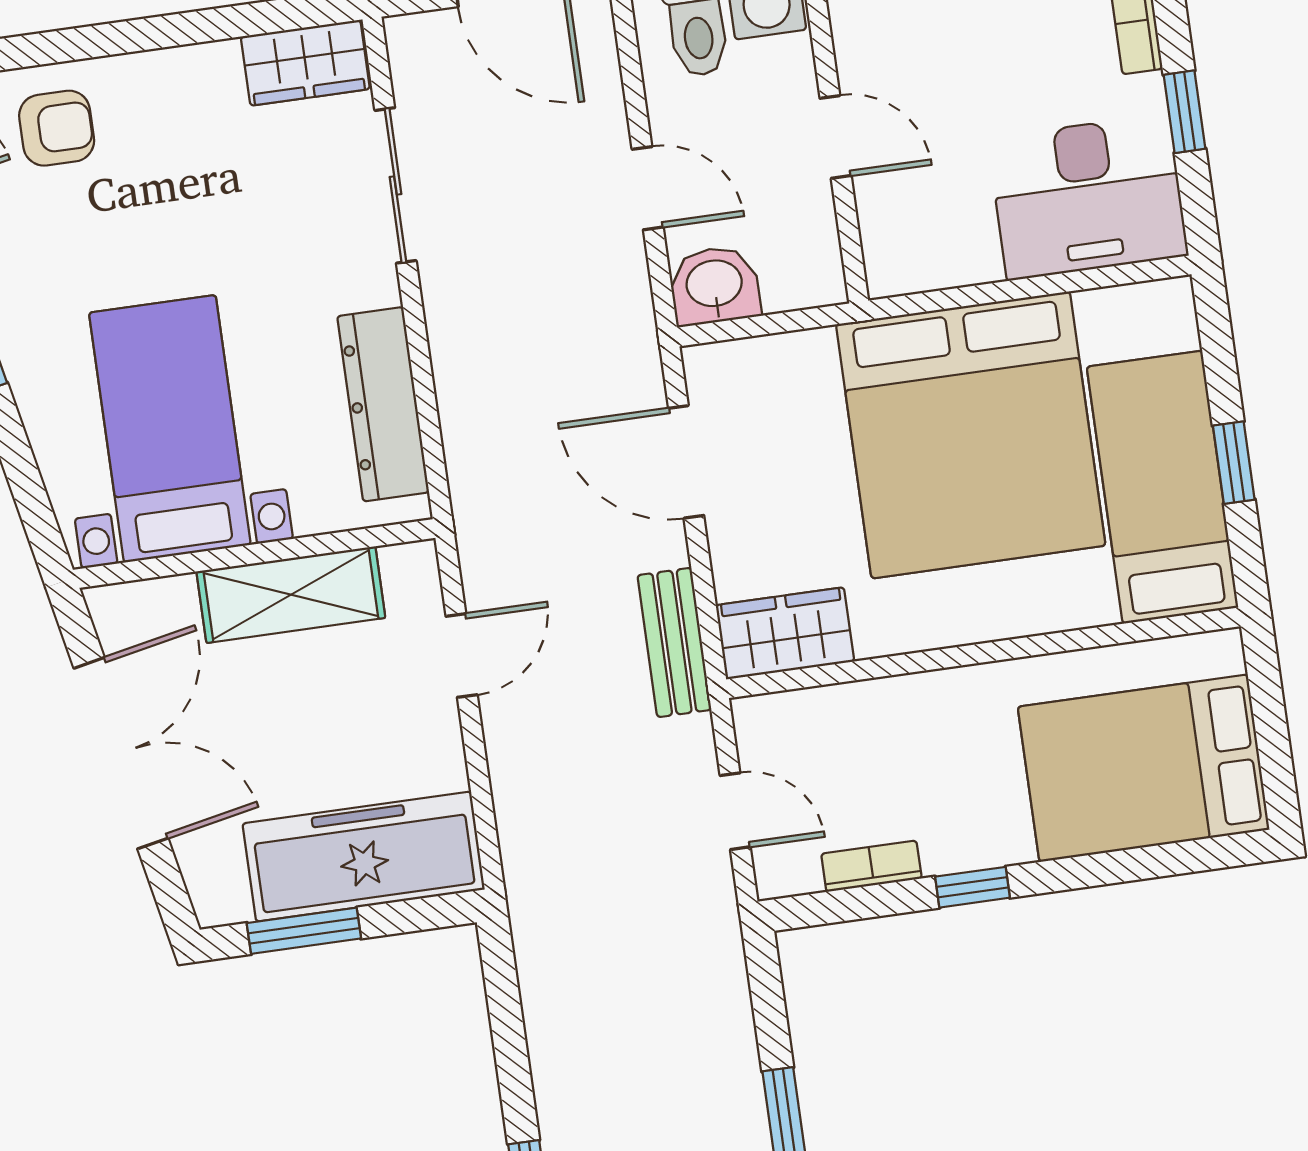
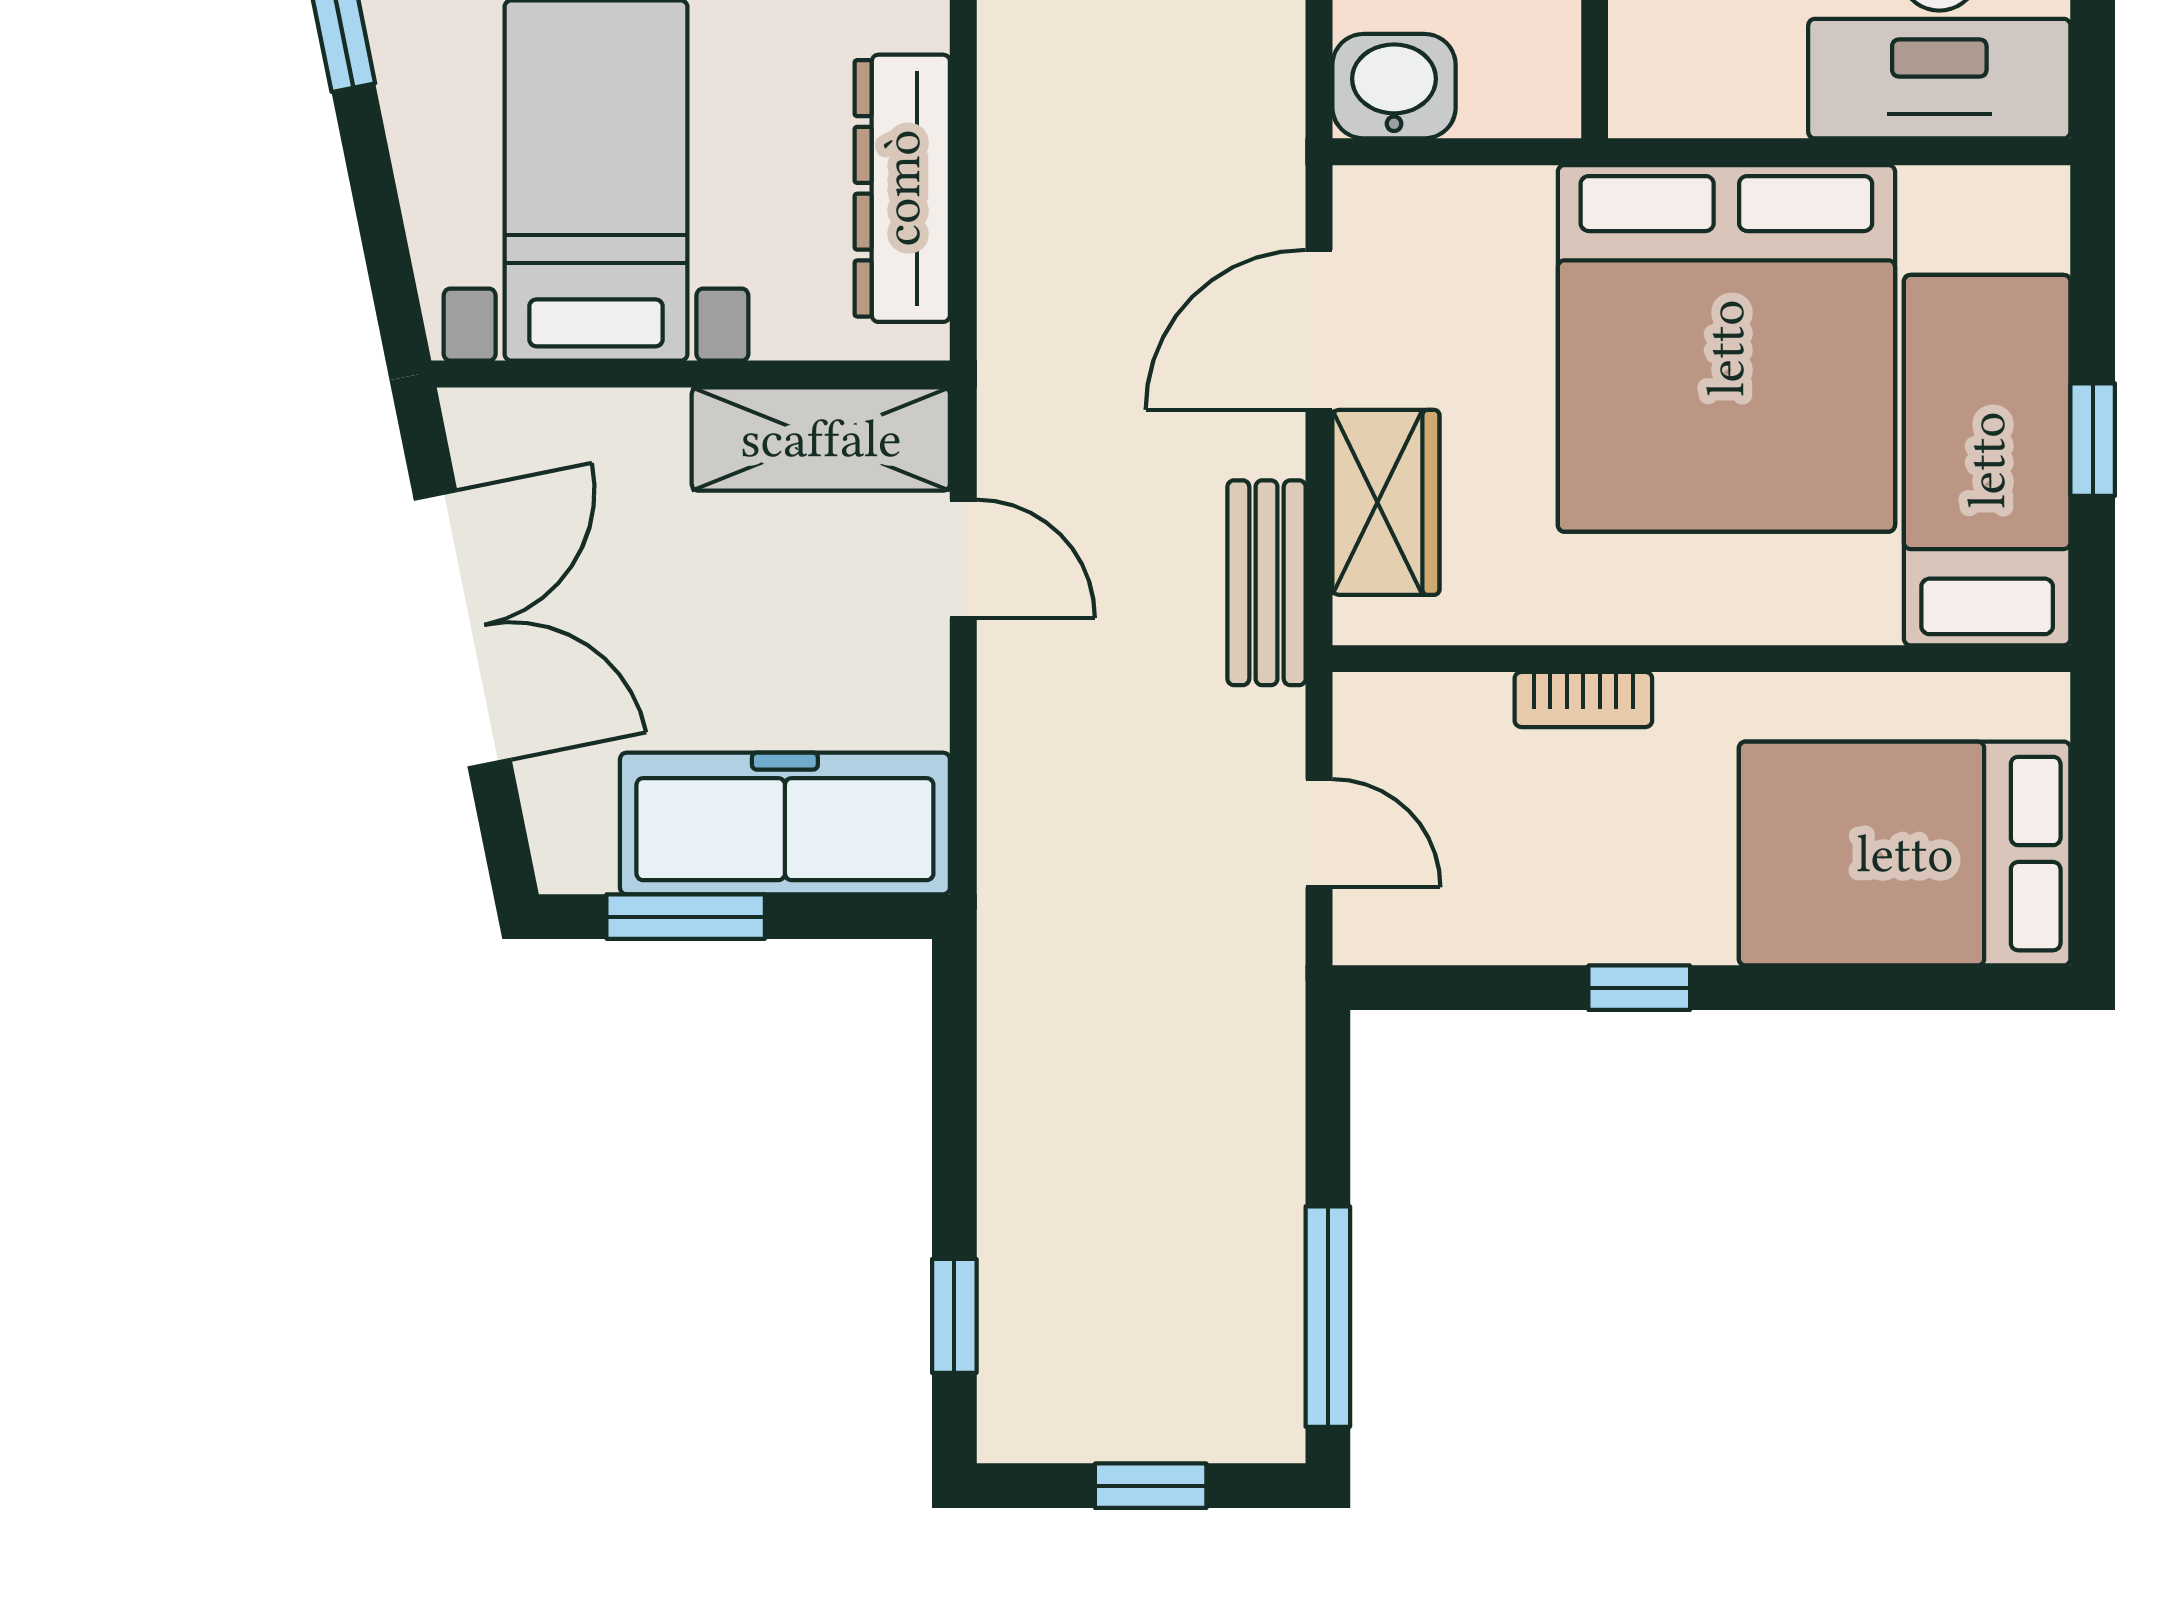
door: (686, 462) -> (1319, 330), hinge flipped
shelving: (291, 595) -> (821, 439), moved
wardrobe: (785, 633) -> (1386, 502), moved, turned 90
door: (462, 655) -> (963, 559), hinge flipped
bookcase: (871, 866) -> (1583, 699), moved, turned 180

